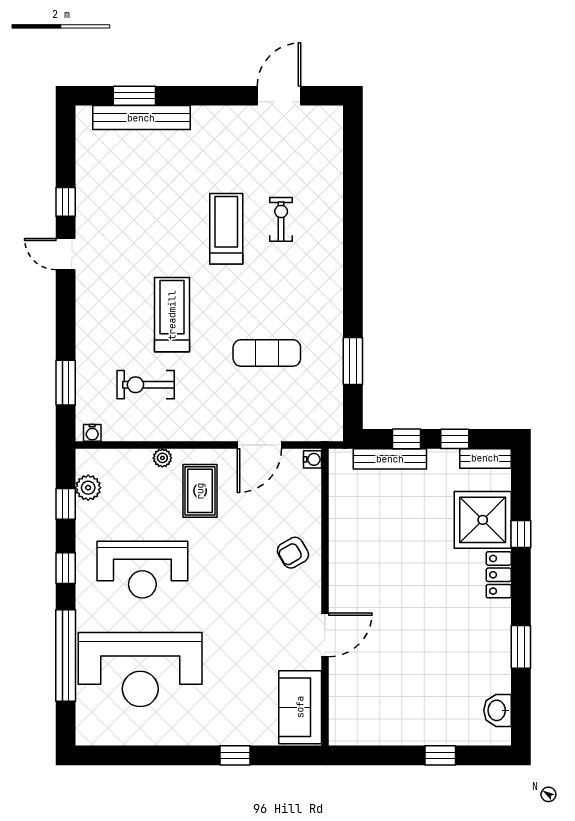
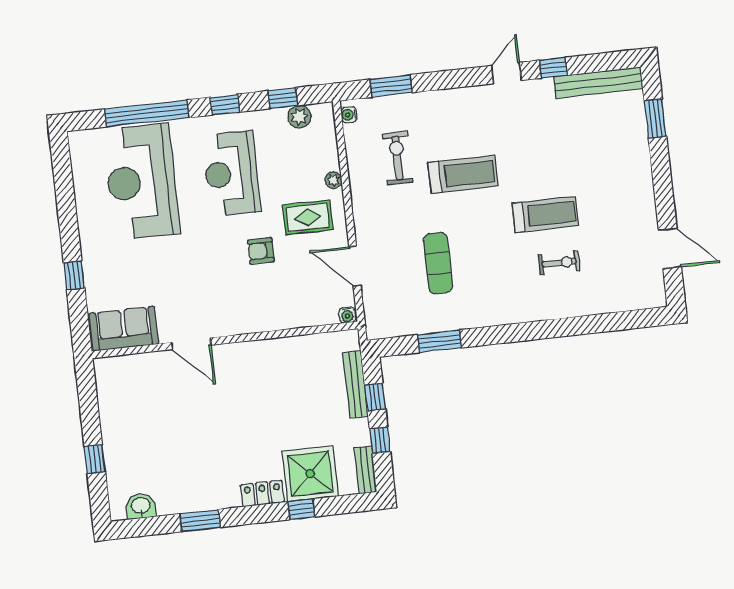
bench: (141, 118) -> (598, 83), moved, turned 90
armchair: (293, 553) -> (261, 251), moved, turned -60

